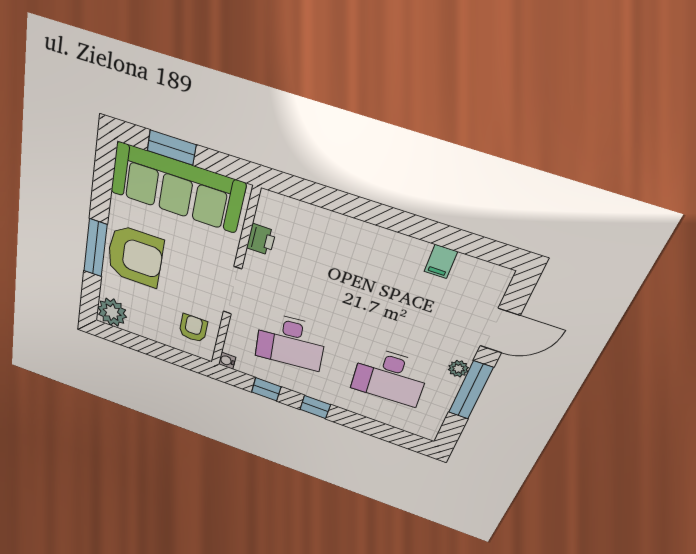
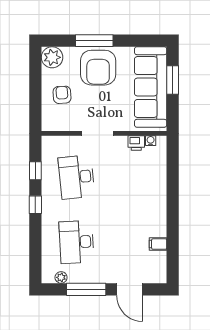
armchair: (193, 328) -> (62, 95), moved, turned -93
water cooler: (227, 361) -> (151, 141), moved
plant: (458, 369) -> (61, 277), moved

